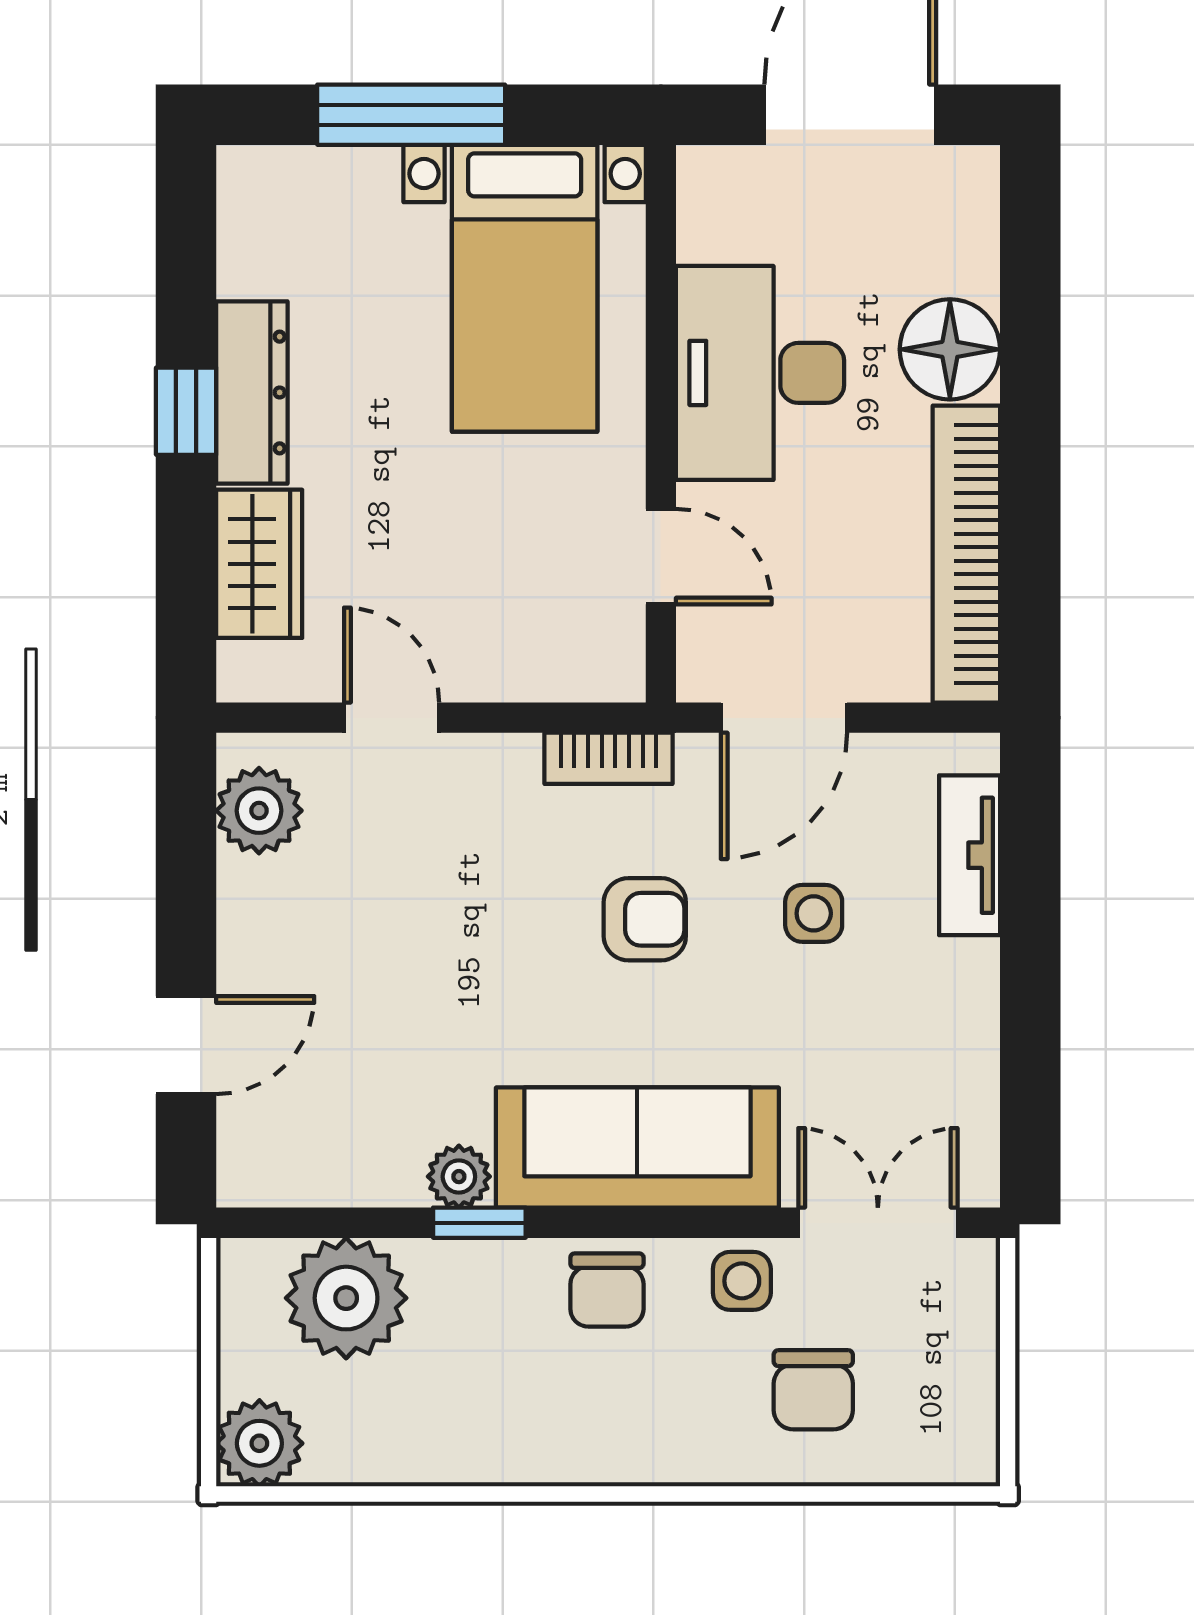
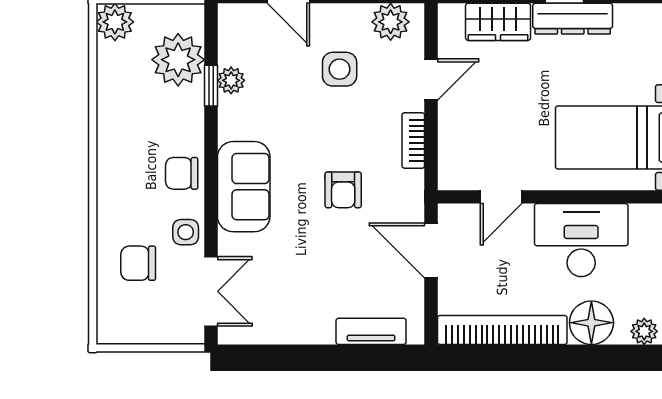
plant: (970, 228) -> (644, 331), added
bookcase: (609, 758) -> (413, 140), moved
side table: (814, 913) -> (340, 69), moved, width x1.37, depth x1.37
sofa: (637, 1147) -> (244, 187), width x0.73
plant: (459, 1177) -> (231, 80), moved
window: (479, 1223) -> (211, 86), moved

